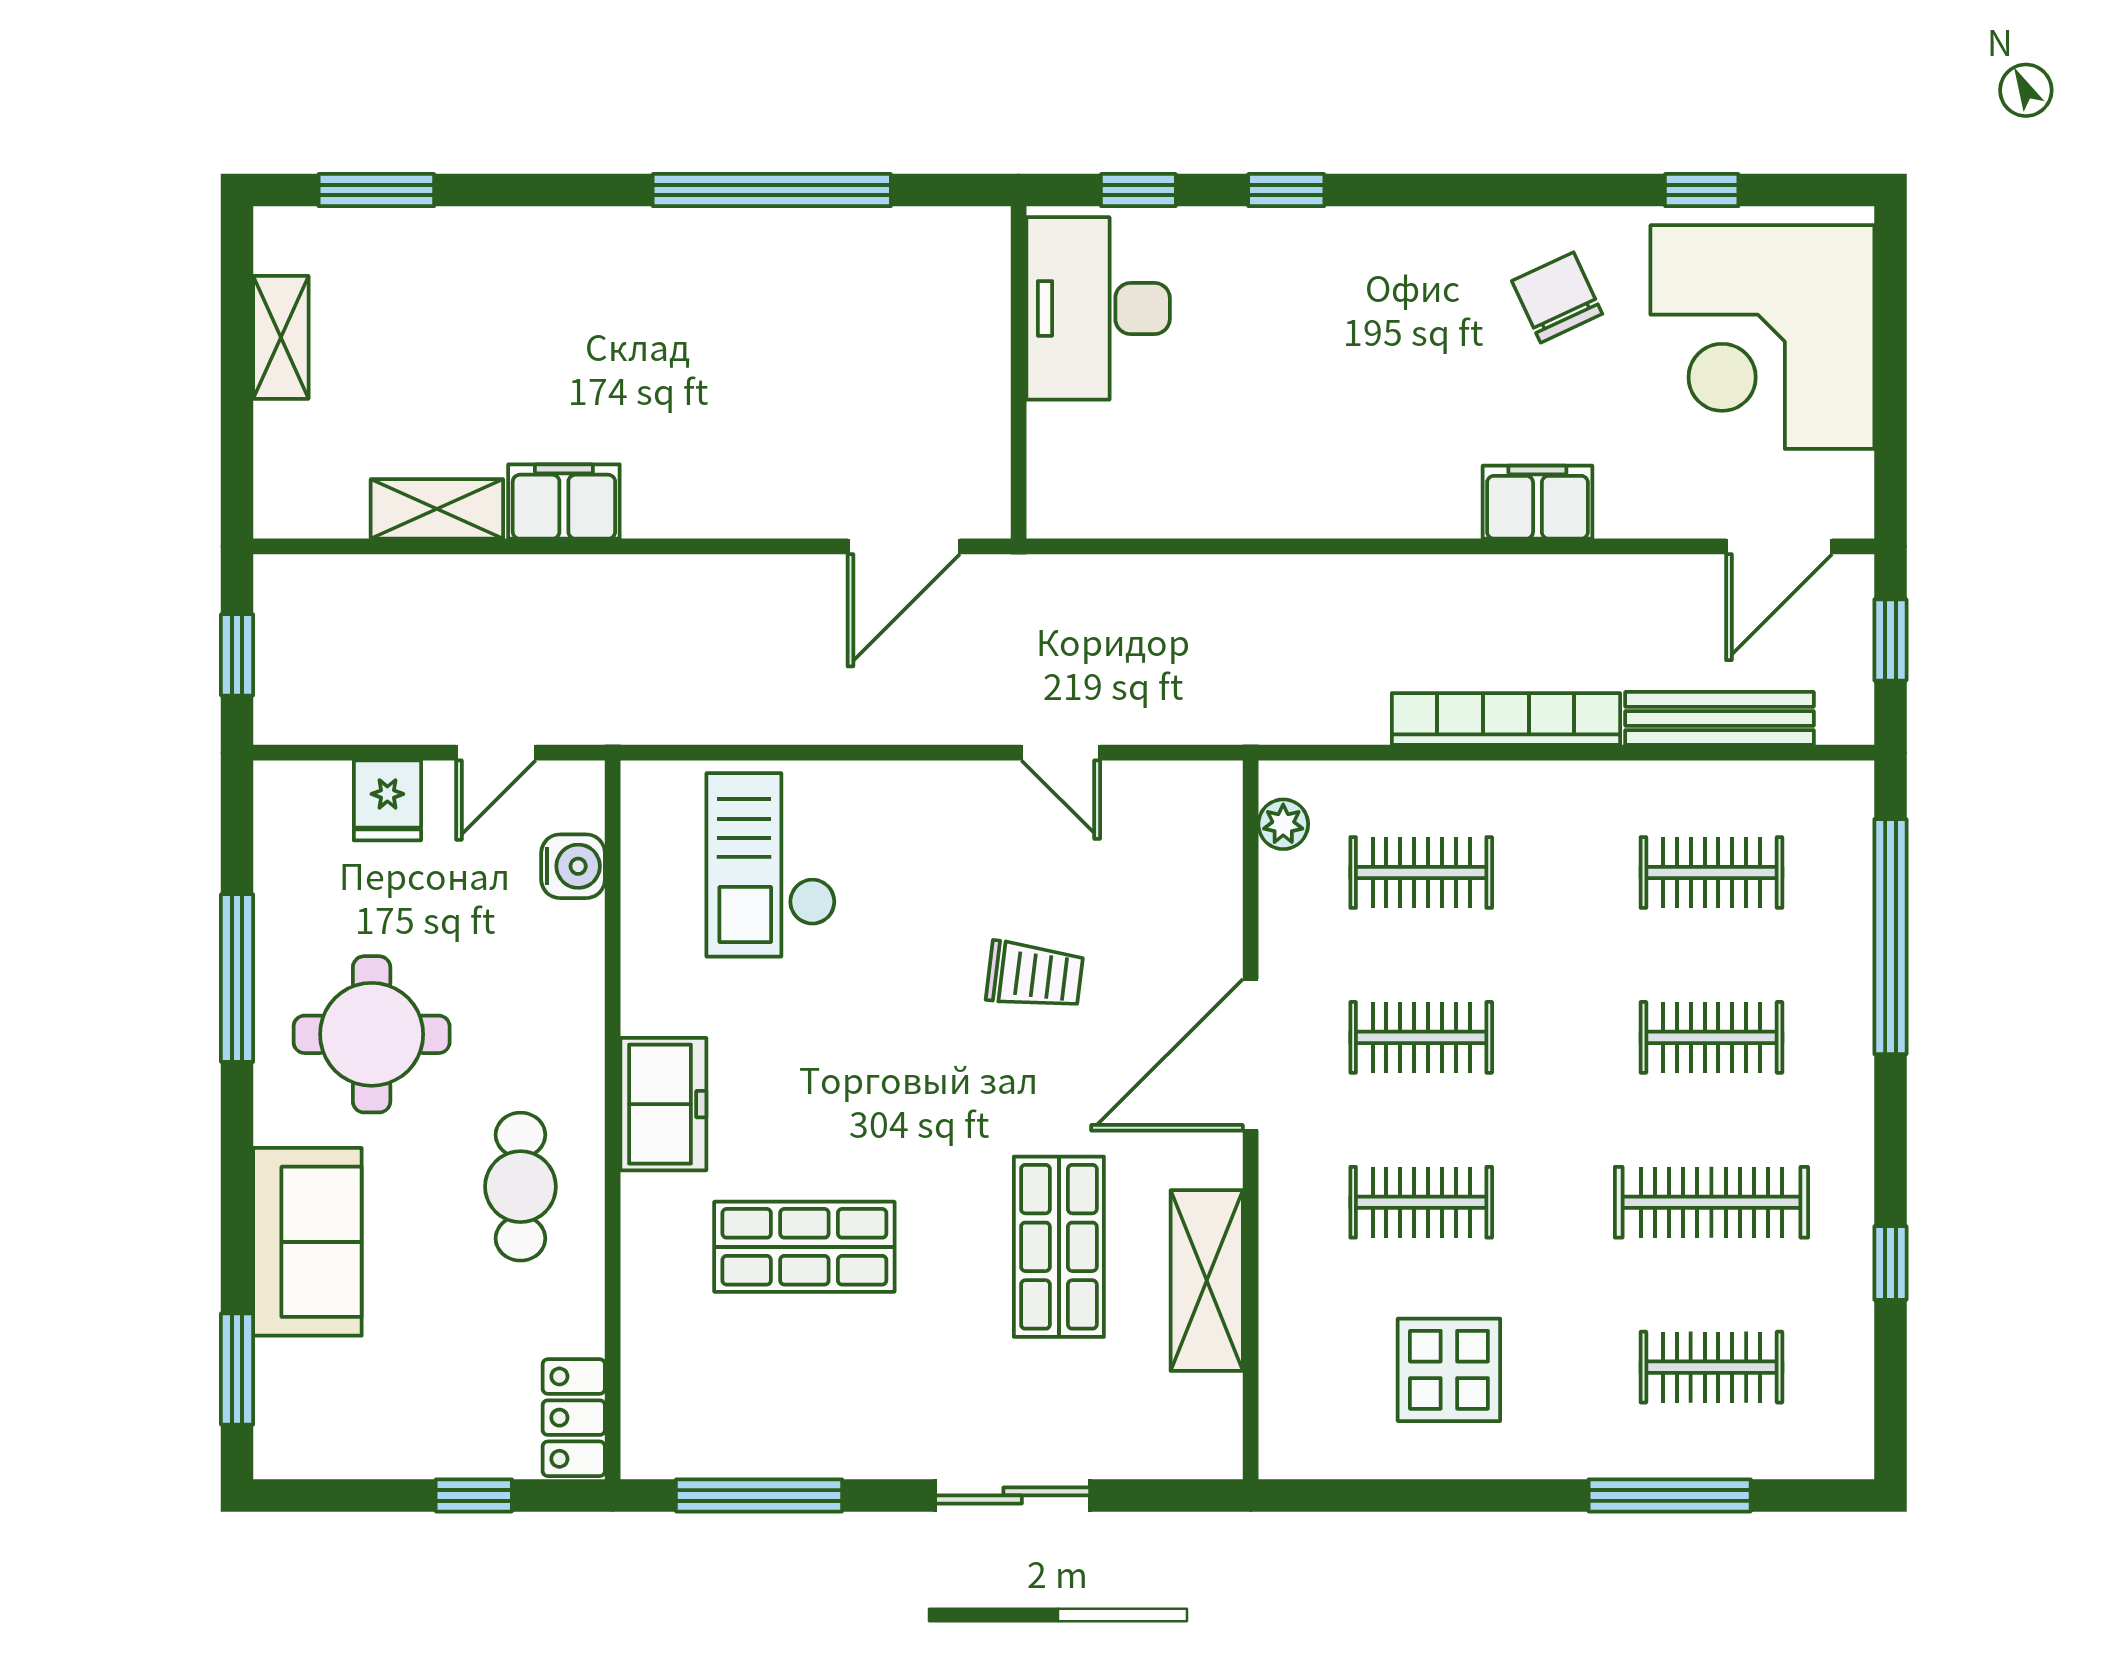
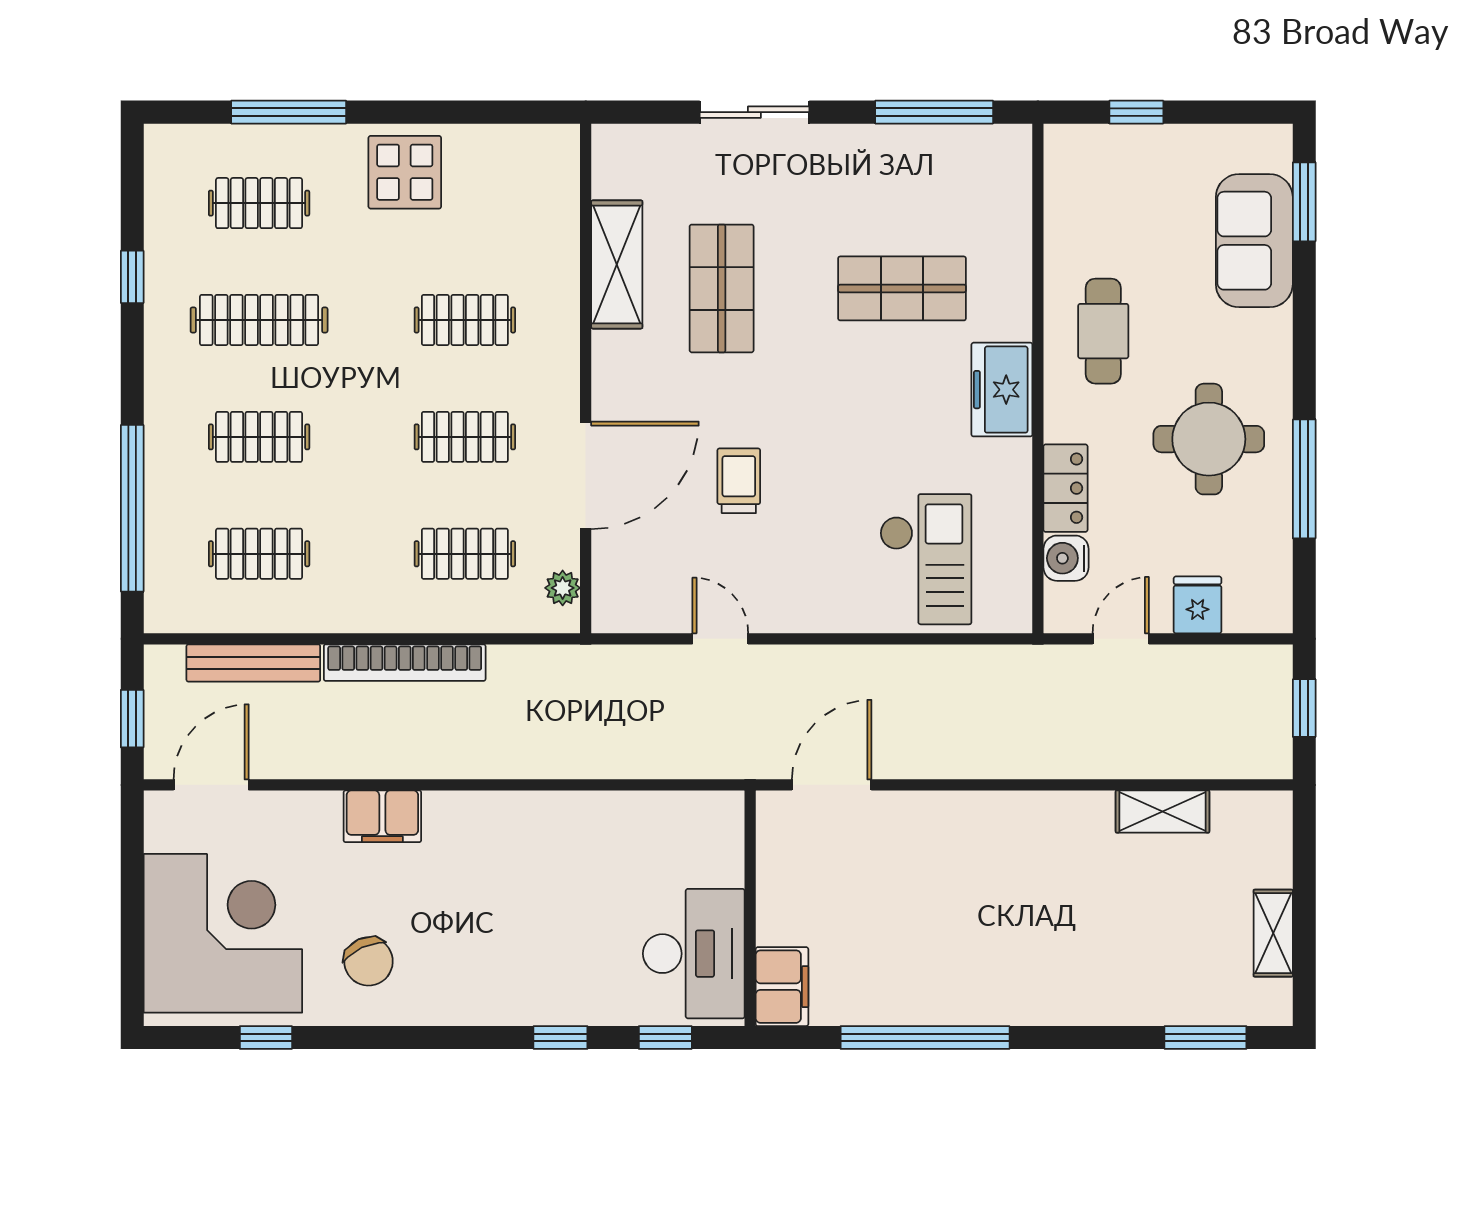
filing cabinet: (564, 501) -> (782, 987), moved, turned -90
trolley: (1035, 975) -> (739, 481), turned 83
door: (1251, 1055) -> (586, 475), moved
sofa: (307, 1242) -> (1254, 241), moved
display table: (1449, 1370) -> (405, 172), moved
locker: (574, 1418) -> (1065, 488), moved

